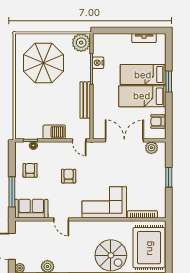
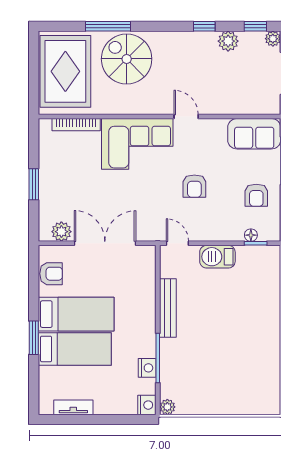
nightstand: (98, 40) -> (147, 405), added
plant: (81, 43) -> (167, 407), width x0.53, depth x0.53
parasol: (43, 63) -> (235, 367), removed
double door: (124, 140) -> (105, 243), swing flipped
door: (61, 219) -> (186, 117), moved

